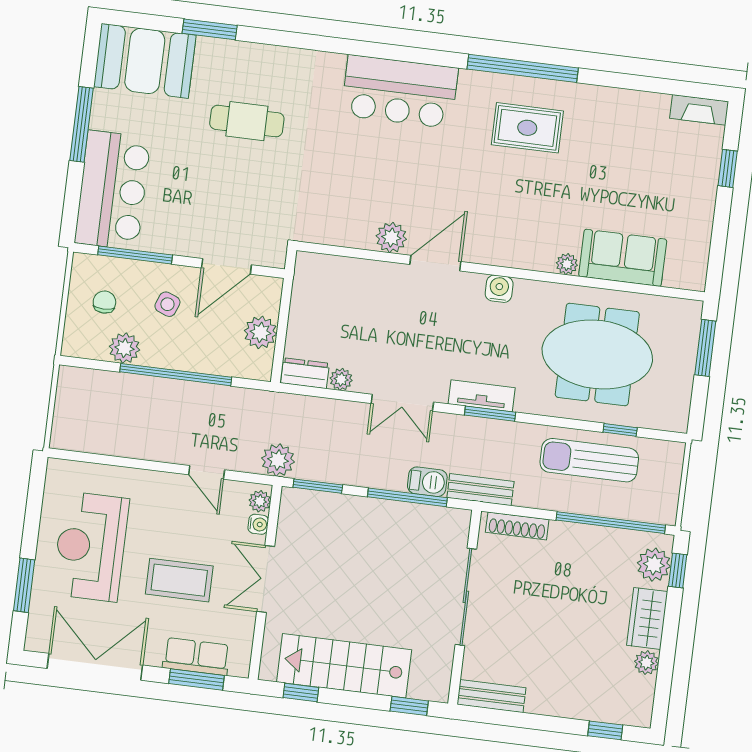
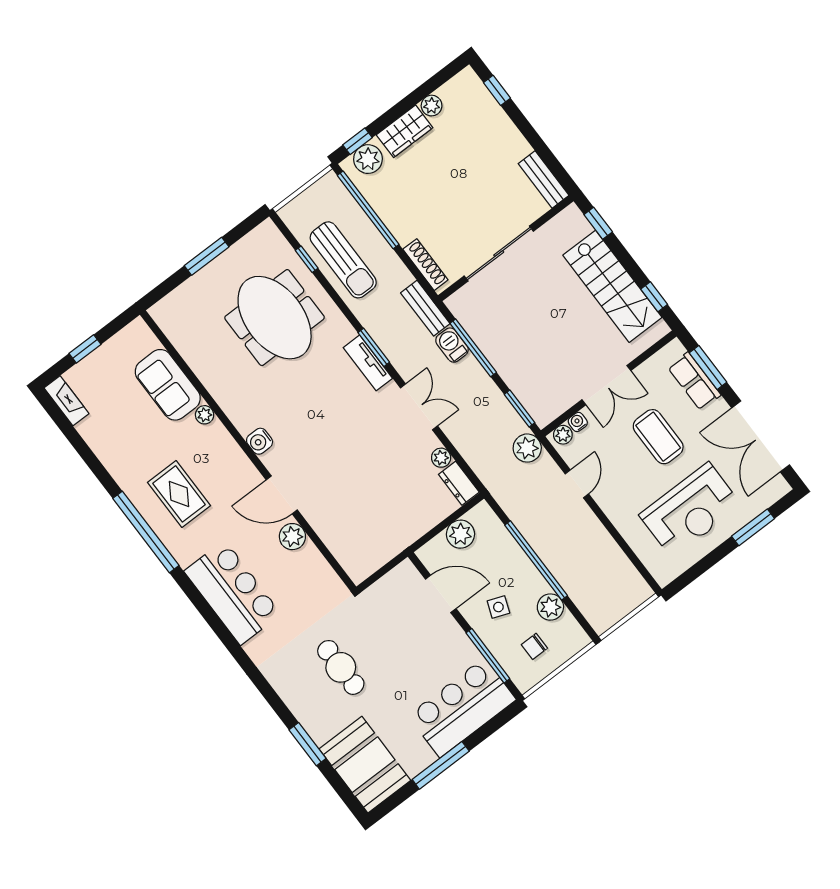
plant: (391, 238) -> (292, 537), moved
sofa: (623, 258) -> (168, 385), moved
door: (435, 263) -> (282, 495), moved
plant: (567, 264) -> (205, 415), moved
wall: (501, 271) -> (248, 451), moved
water cooler: (499, 289) -> (260, 441), moved

